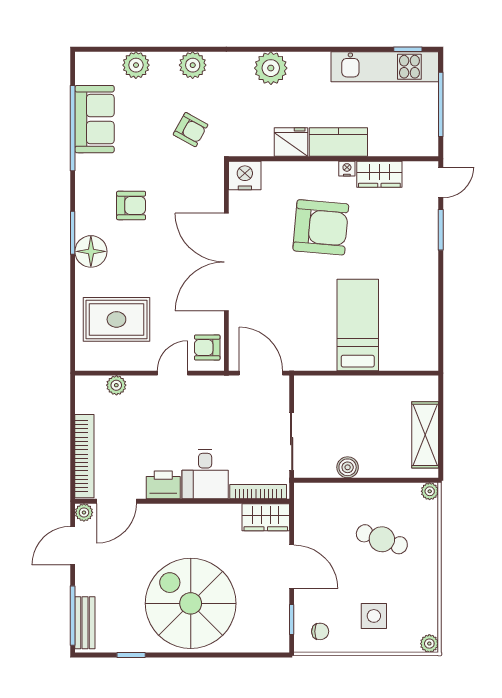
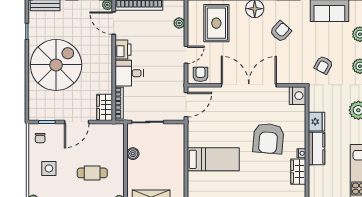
armchair: (131, 205) -> (281, 31), turned -138
door: (172, 373) -> (186, 55), hinge flipped
cafe table: (382, 539) -> (92, 173), turned 71

